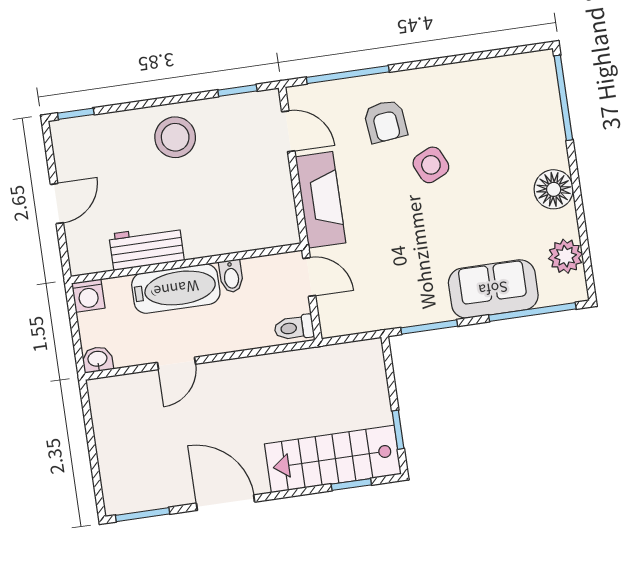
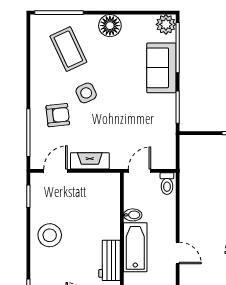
coffee table: (503, 123) -> (68, 49), added
fireplace: (321, 200) -> (90, 161), width x0.73, depth x0.76
plant: (566, 256) -> (166, 24), moved

